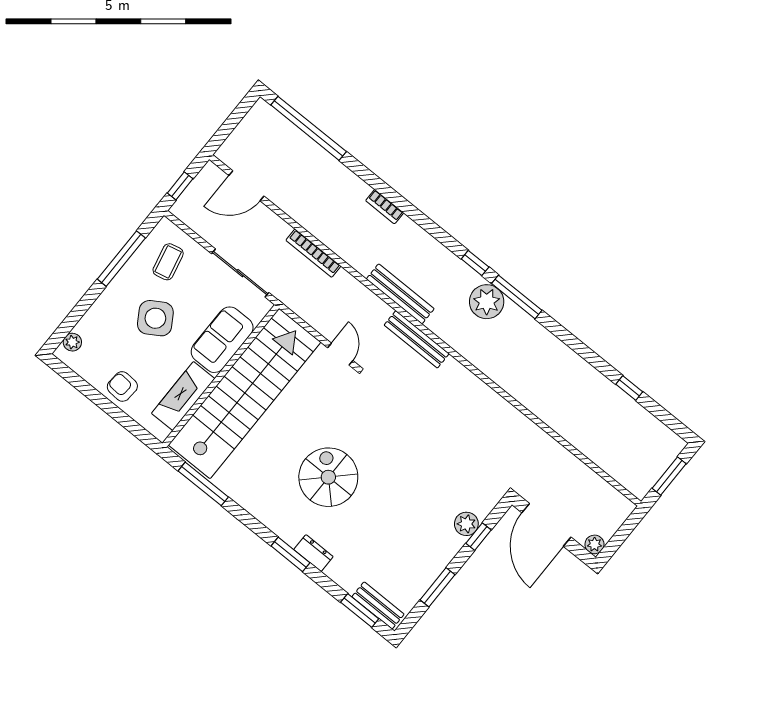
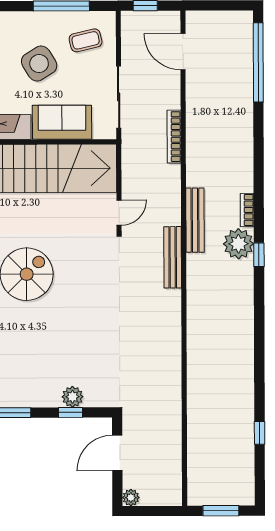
bookcase: (385, 207) -> (247, 210), moved
window: (517, 297) -> (259, 303), removed
plant: (487, 302) -> (238, 244), moved
door: (546, 525) -> (117, 453), width x0.73

